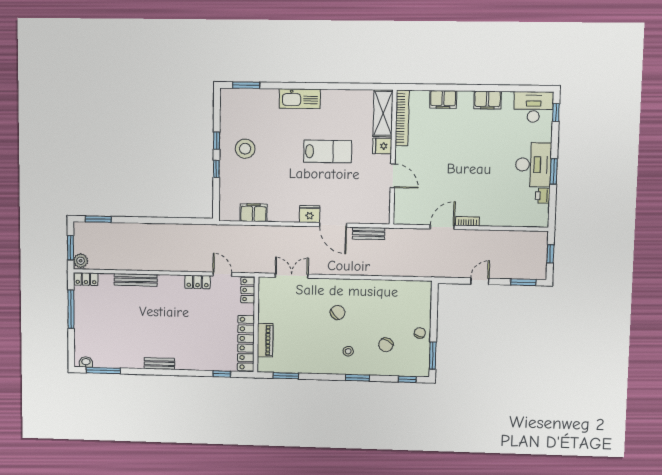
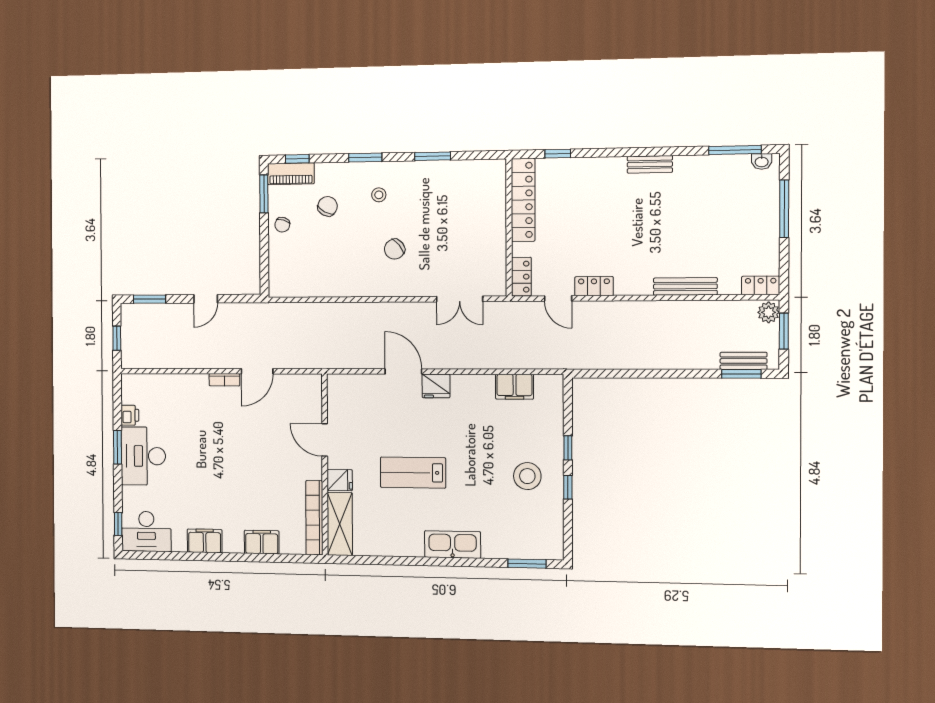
bench: (369, 233) -> (744, 361), moved
window: (71, 309) -> (784, 209), moved
piano: (265, 340) -> (291, 174), moved, turned -90
window: (286, 376) -> (433, 156), moved

